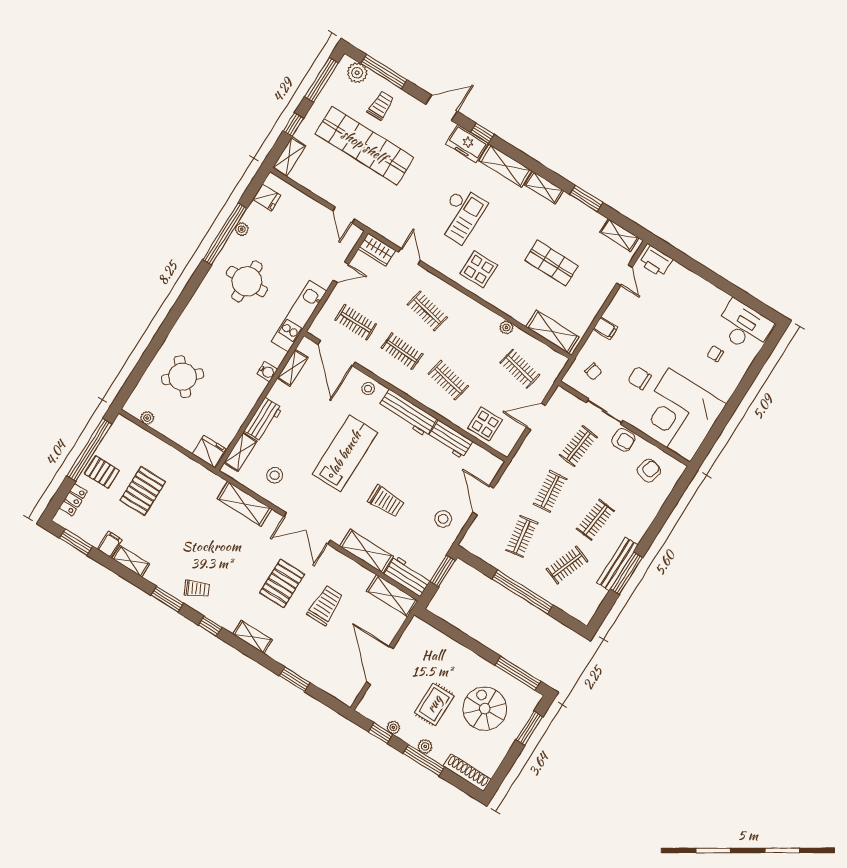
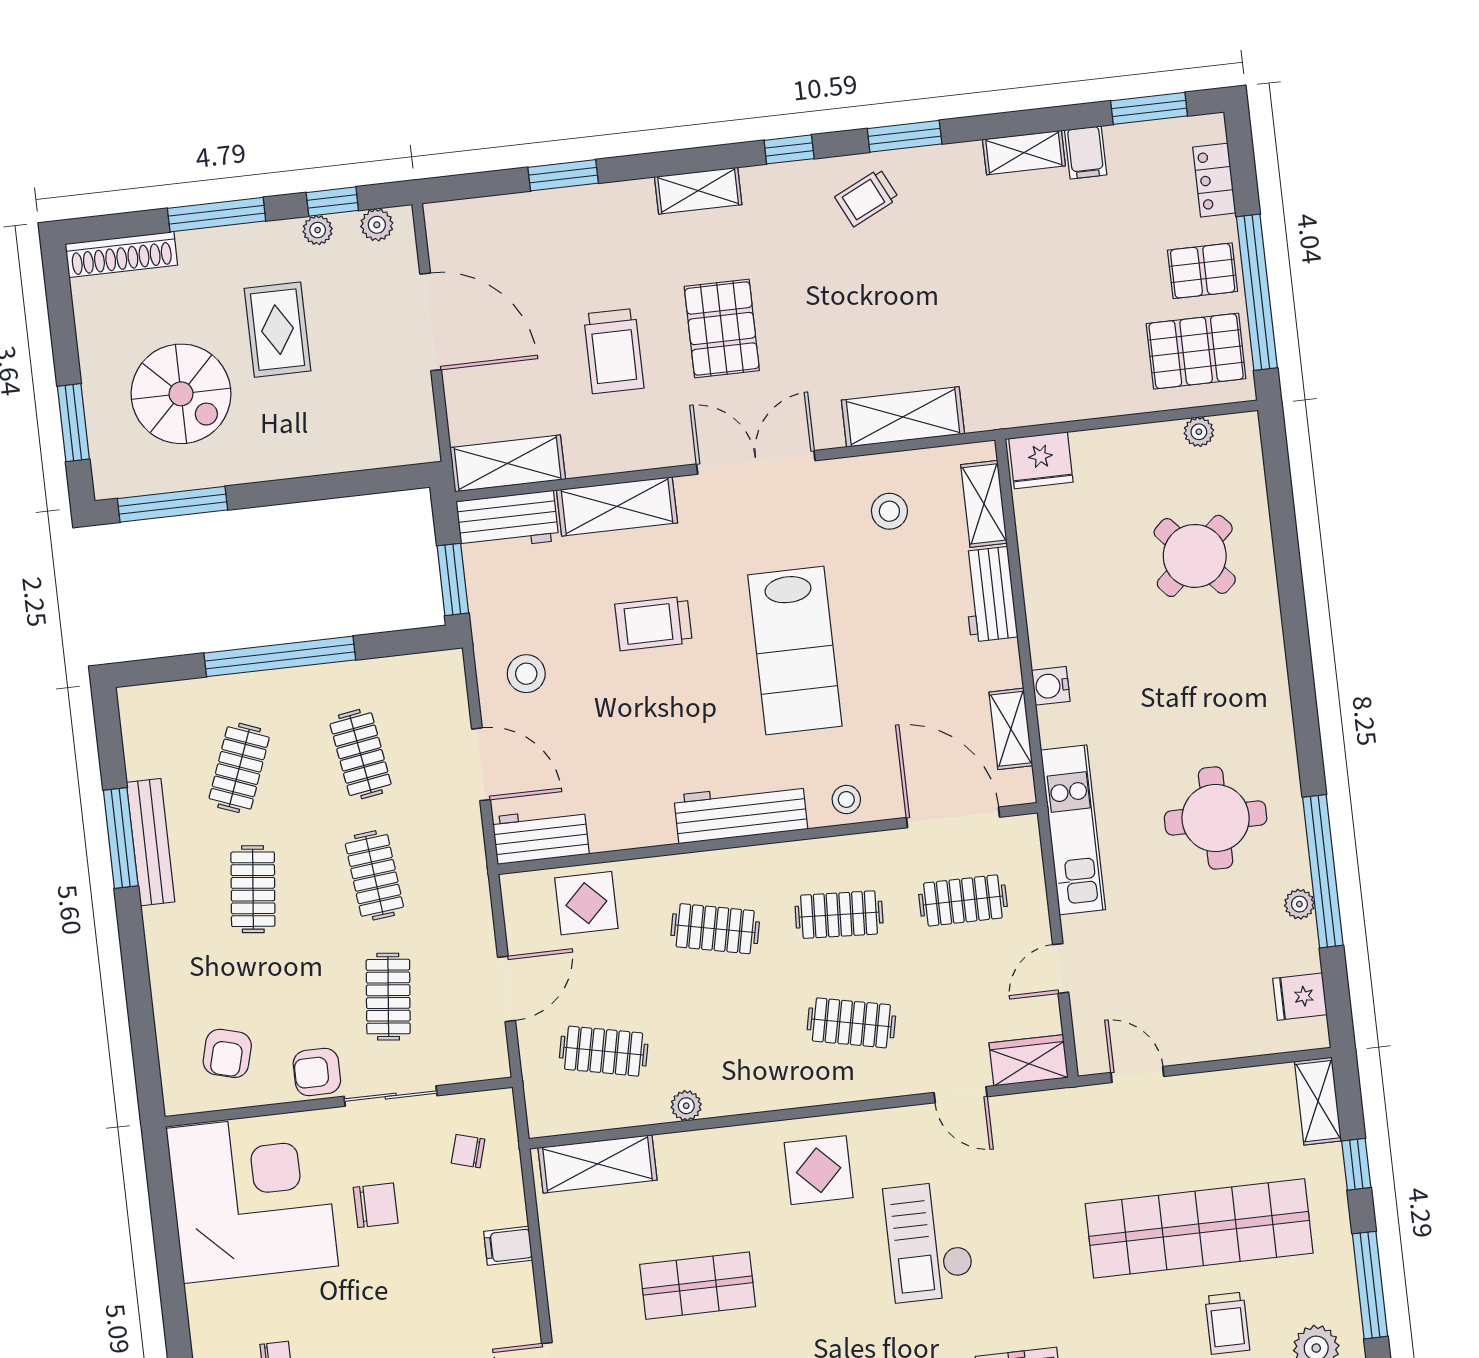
workbench: (450, 439) -> (541, 835), moved
pallet: (143, 491) -> (1196, 351), moved, turned 90
plant: (425, 746) -> (377, 225), moved

